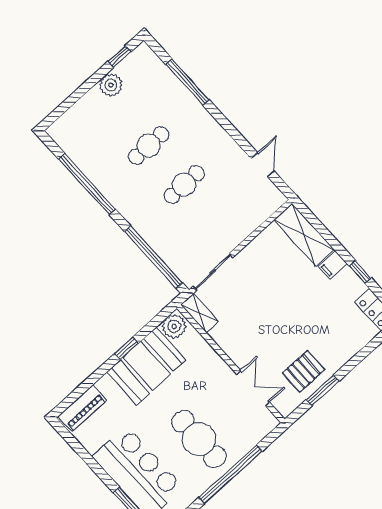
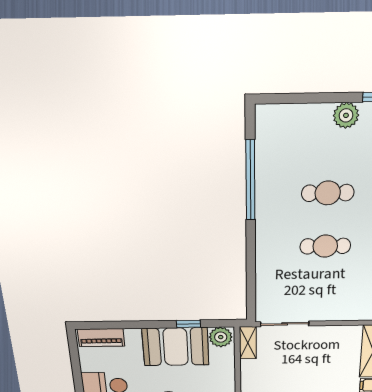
window: (153, 257) -> (251, 279), removed
window: (127, 348) -> (188, 324), moved

